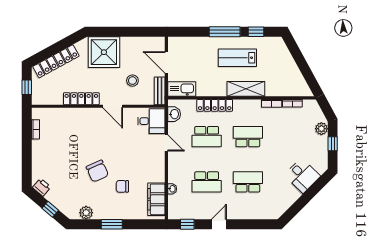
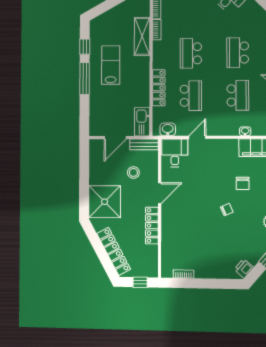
lab bench: (237, 58) -> (111, 65), turned 180
shelving: (246, 89) -> (142, 36), moved
chair: (97, 171) -> (227, 210), width x0.54, depth x0.54

